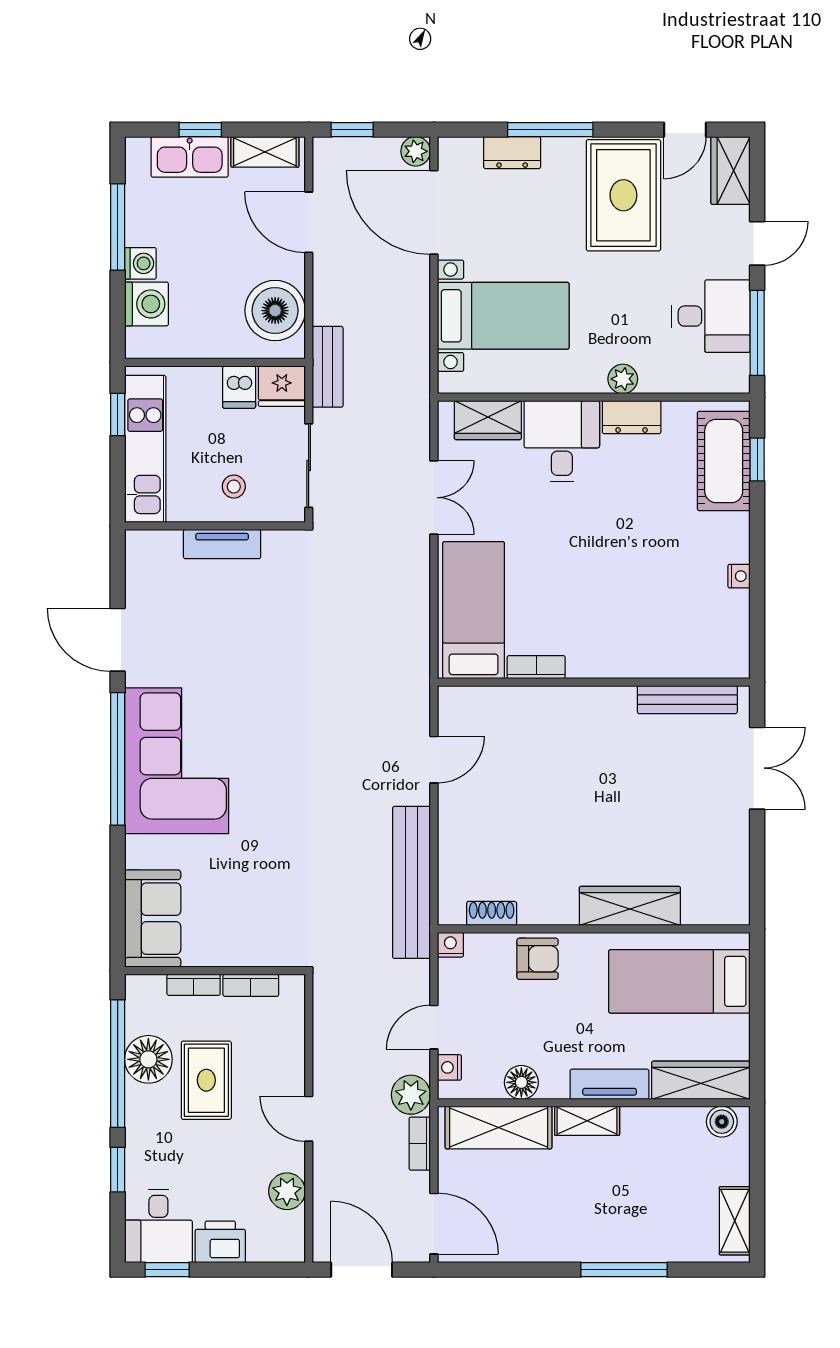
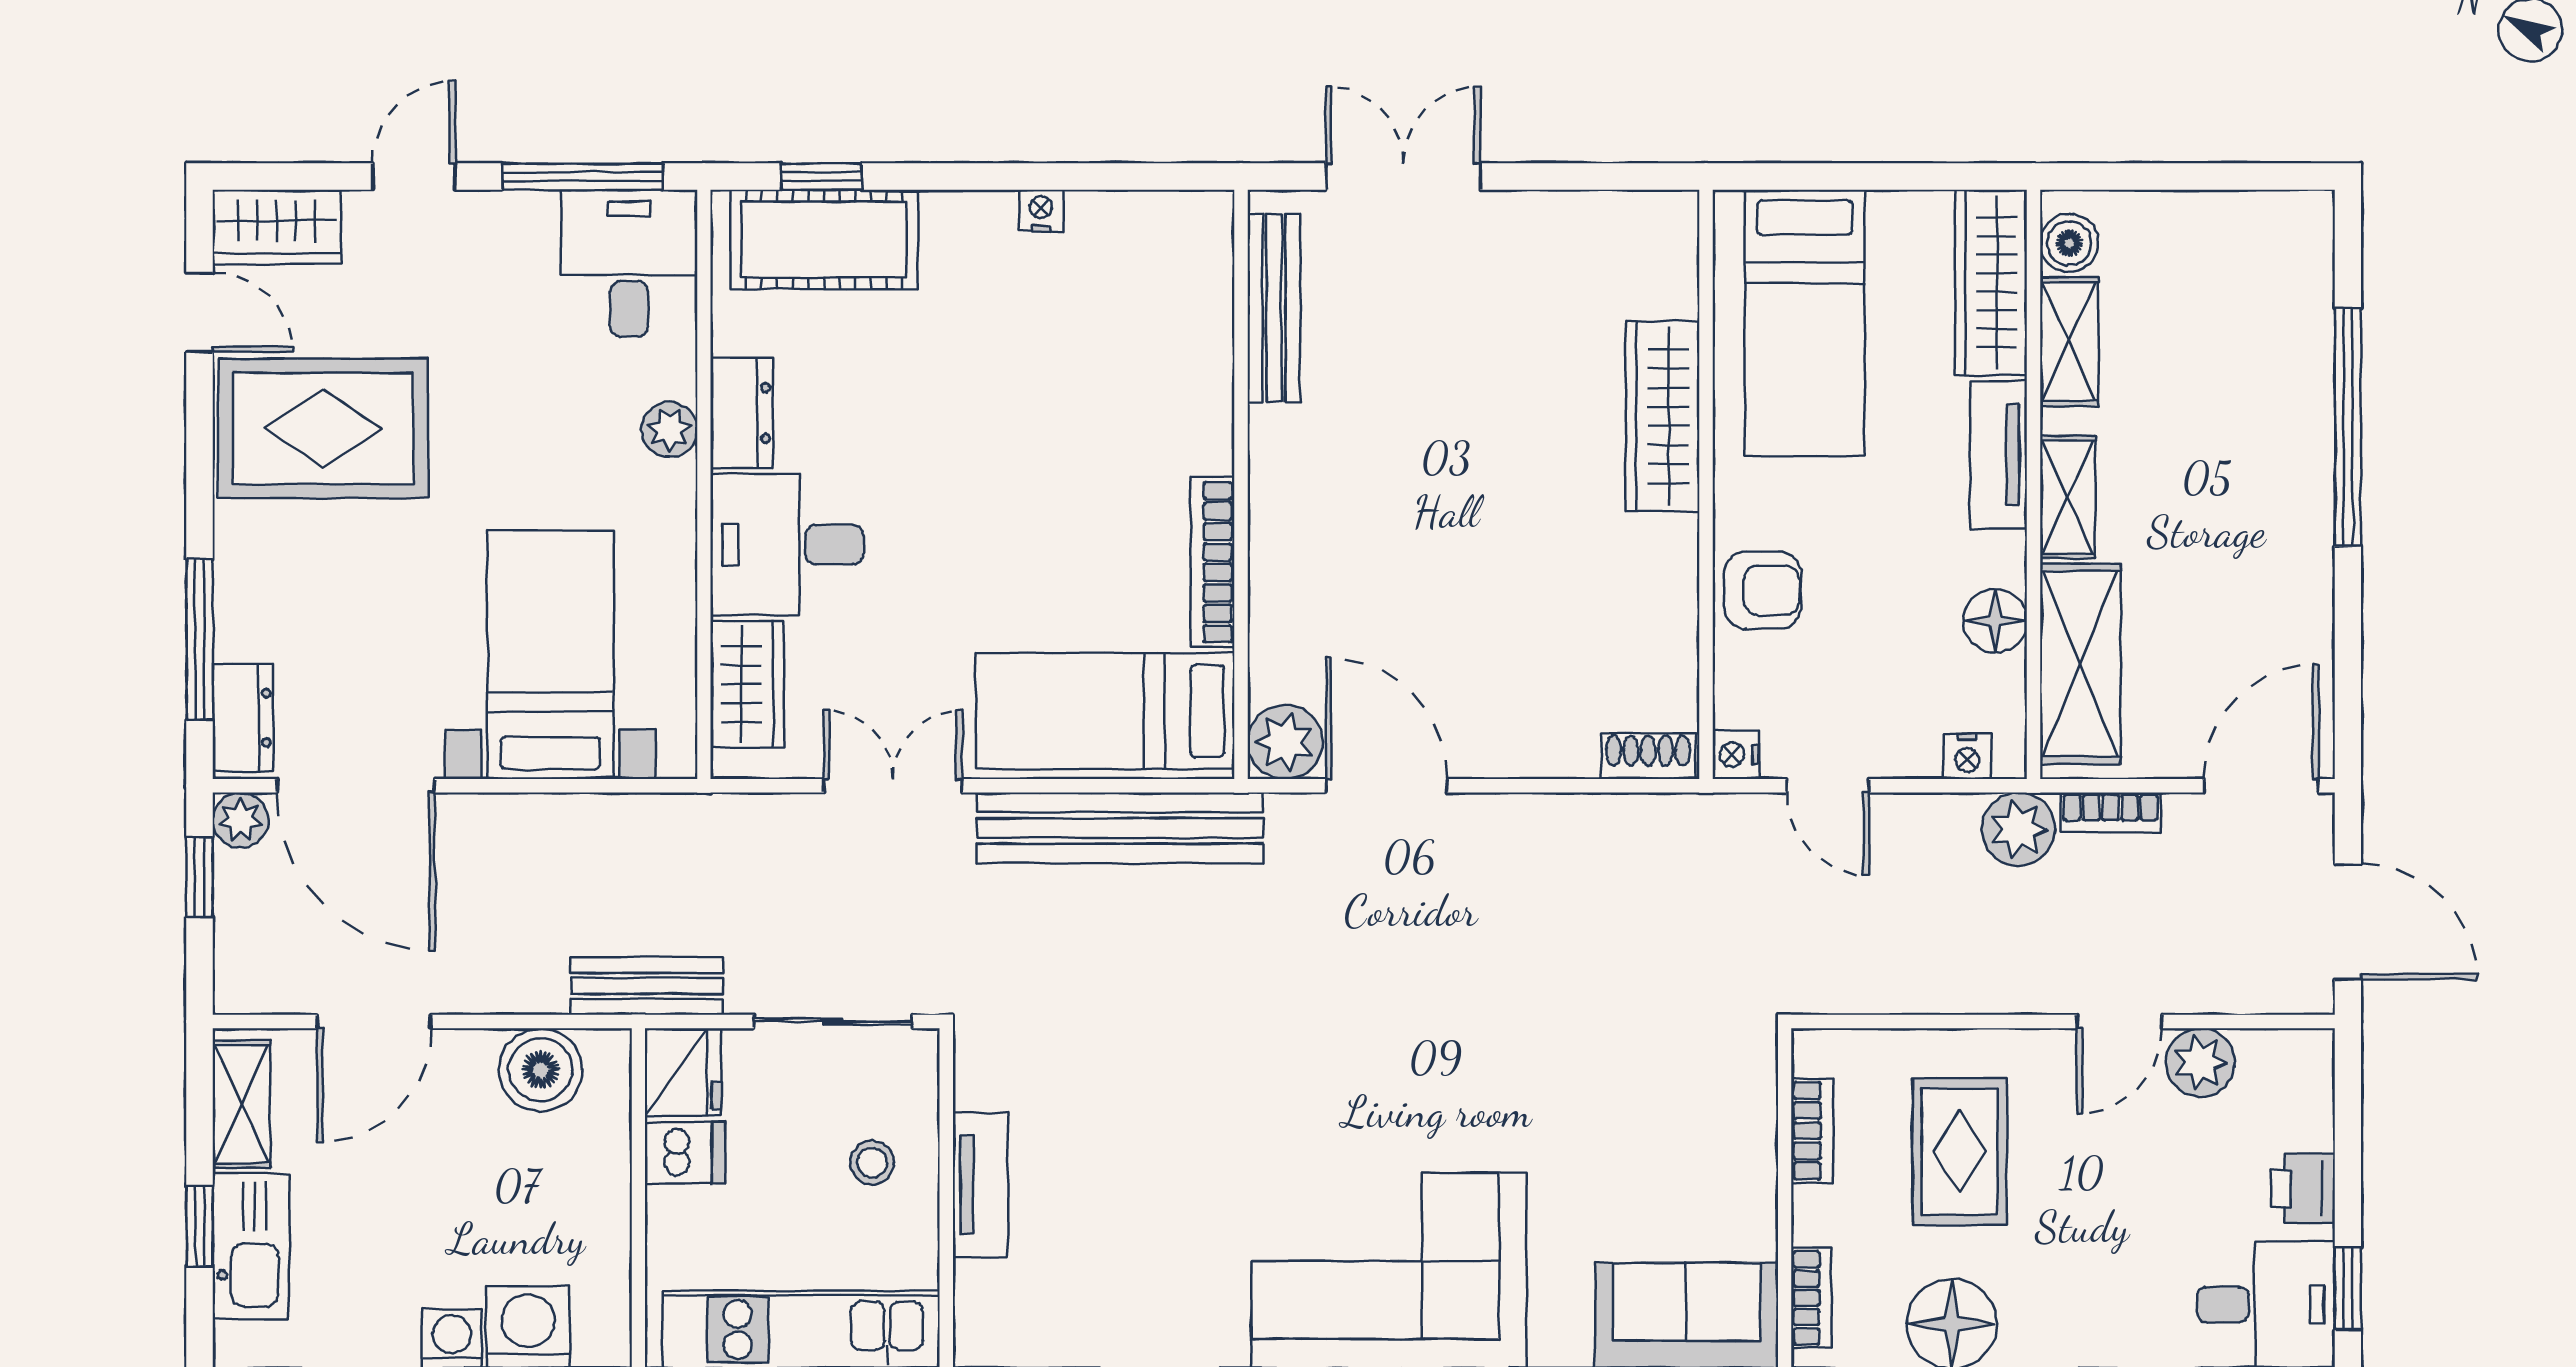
window: (352, 130) -> (200, 877), moved
window: (550, 130) -> (200, 640), moved
dresser: (512, 153) -> (243, 718), moved
door: (434, 212) -> (356, 786), hinge flipped
door: (757, 243) -> (414, 177), hinge flipped
boiler: (275, 311) -> (541, 1070), width x0.73, depth x0.73
desk: (711, 316) -> (629, 263), moved
bookcase: (536, 667) -> (1213, 562), width x1.56
plant: (457, 706) -> (1285, 742), added
door: (434, 760) -> (1387, 786), width x1.38
bench: (411, 882) -> (1120, 828), moved
shoe rack: (492, 913) -> (1648, 756), moved, turned 90
armchair: (538, 959) -> (1762, 590), turned 90
bookcase: (194, 985) -> (1811, 1298), moved
door: (434, 1027) -> (1828, 786), moved
rug: (206, 1080) -> (1960, 1152), moved, turned 90
door: (309, 1119) -> (2119, 1022), moved
shelving: (735, 1221) -> (2069, 342), moved, turned 90
printer: (220, 1242) -> (2303, 1188), width x0.73, depth x0.81
door: (362, 1270) -> (2348, 922), swing flipped
window: (624, 1270) -> (2348, 427), width x1.46

